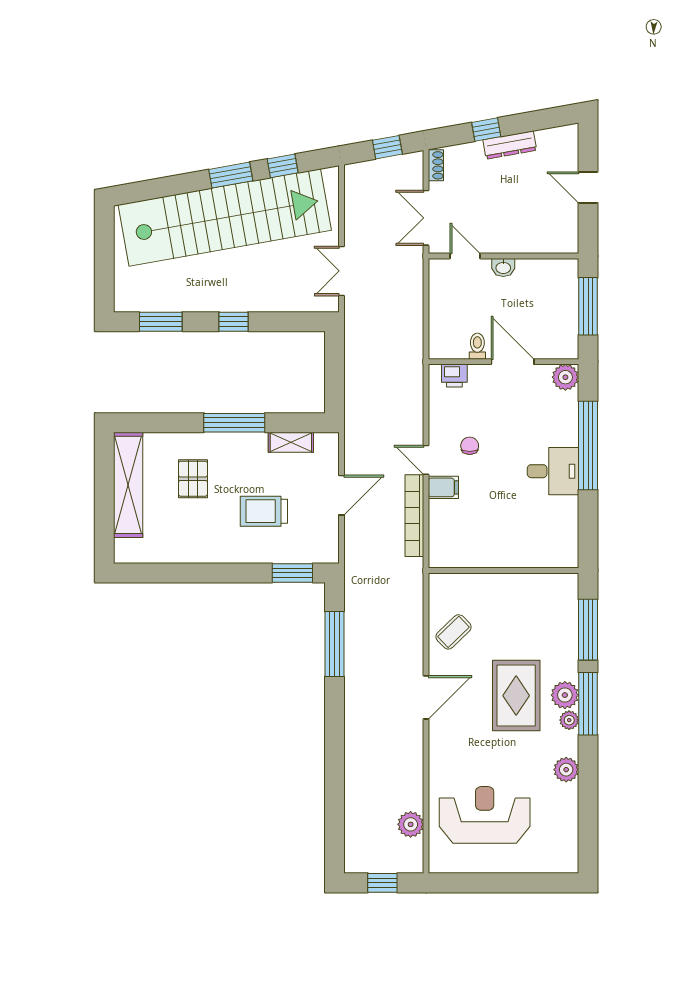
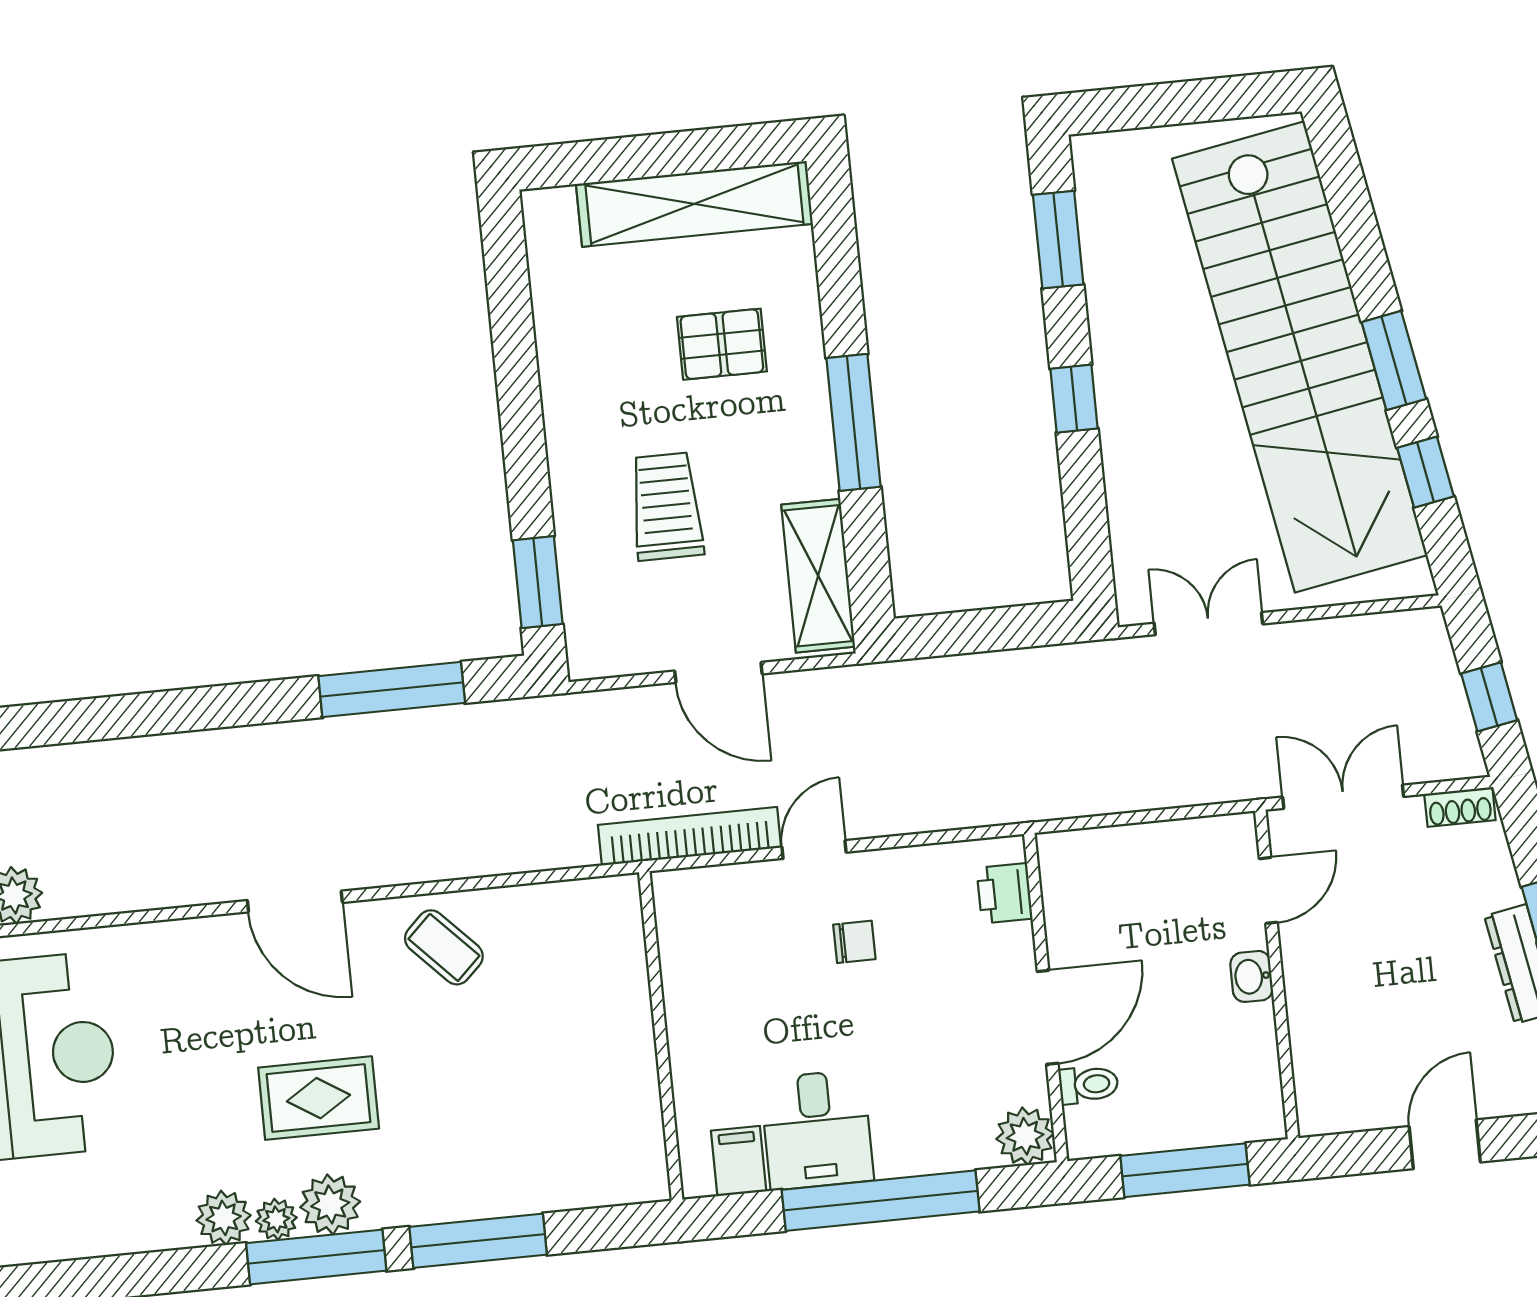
toilet: (477, 346) -> (1089, 1085), moved
shelving: (291, 442) -> (818, 576), width x1.50, depth x1.33
filing cabinet: (443, 487) -> (739, 1161), moved, turned 180
wall: (503, 571) -> (661, 1036), moved
rug: (516, 696) -> (319, 1098), width x0.73, depth x0.70
plant: (566, 770) -> (224, 1218), moved

